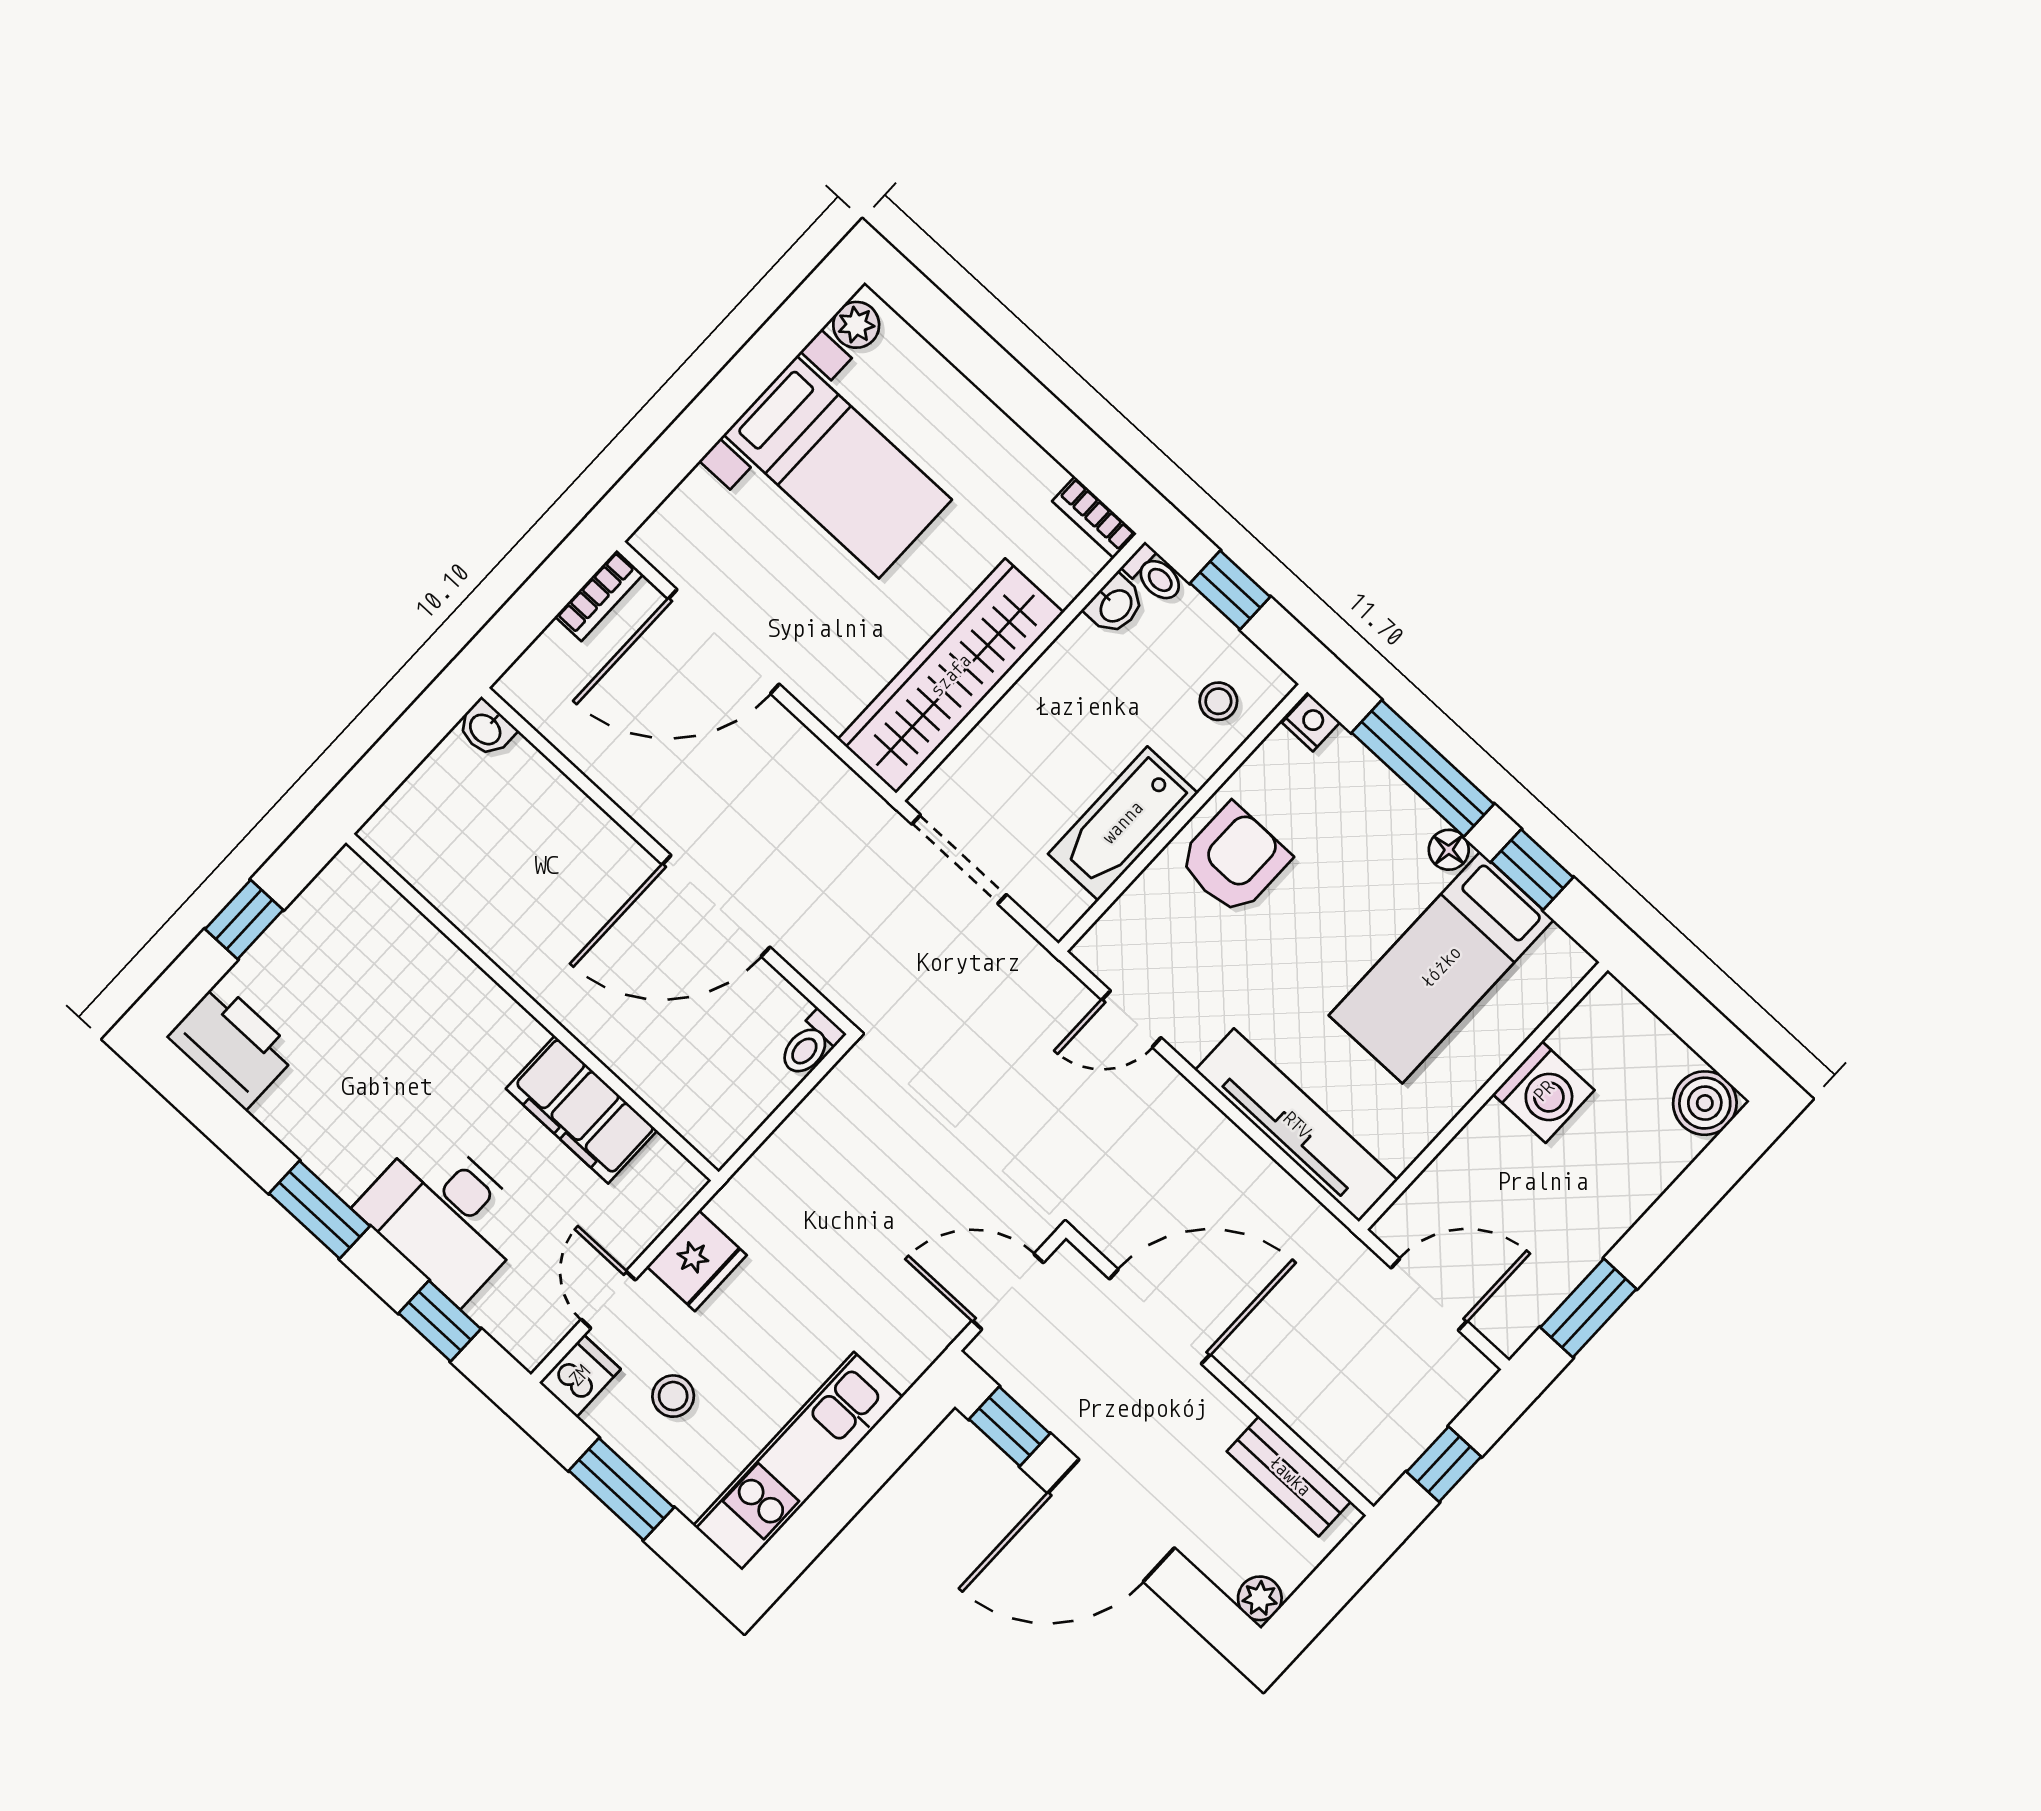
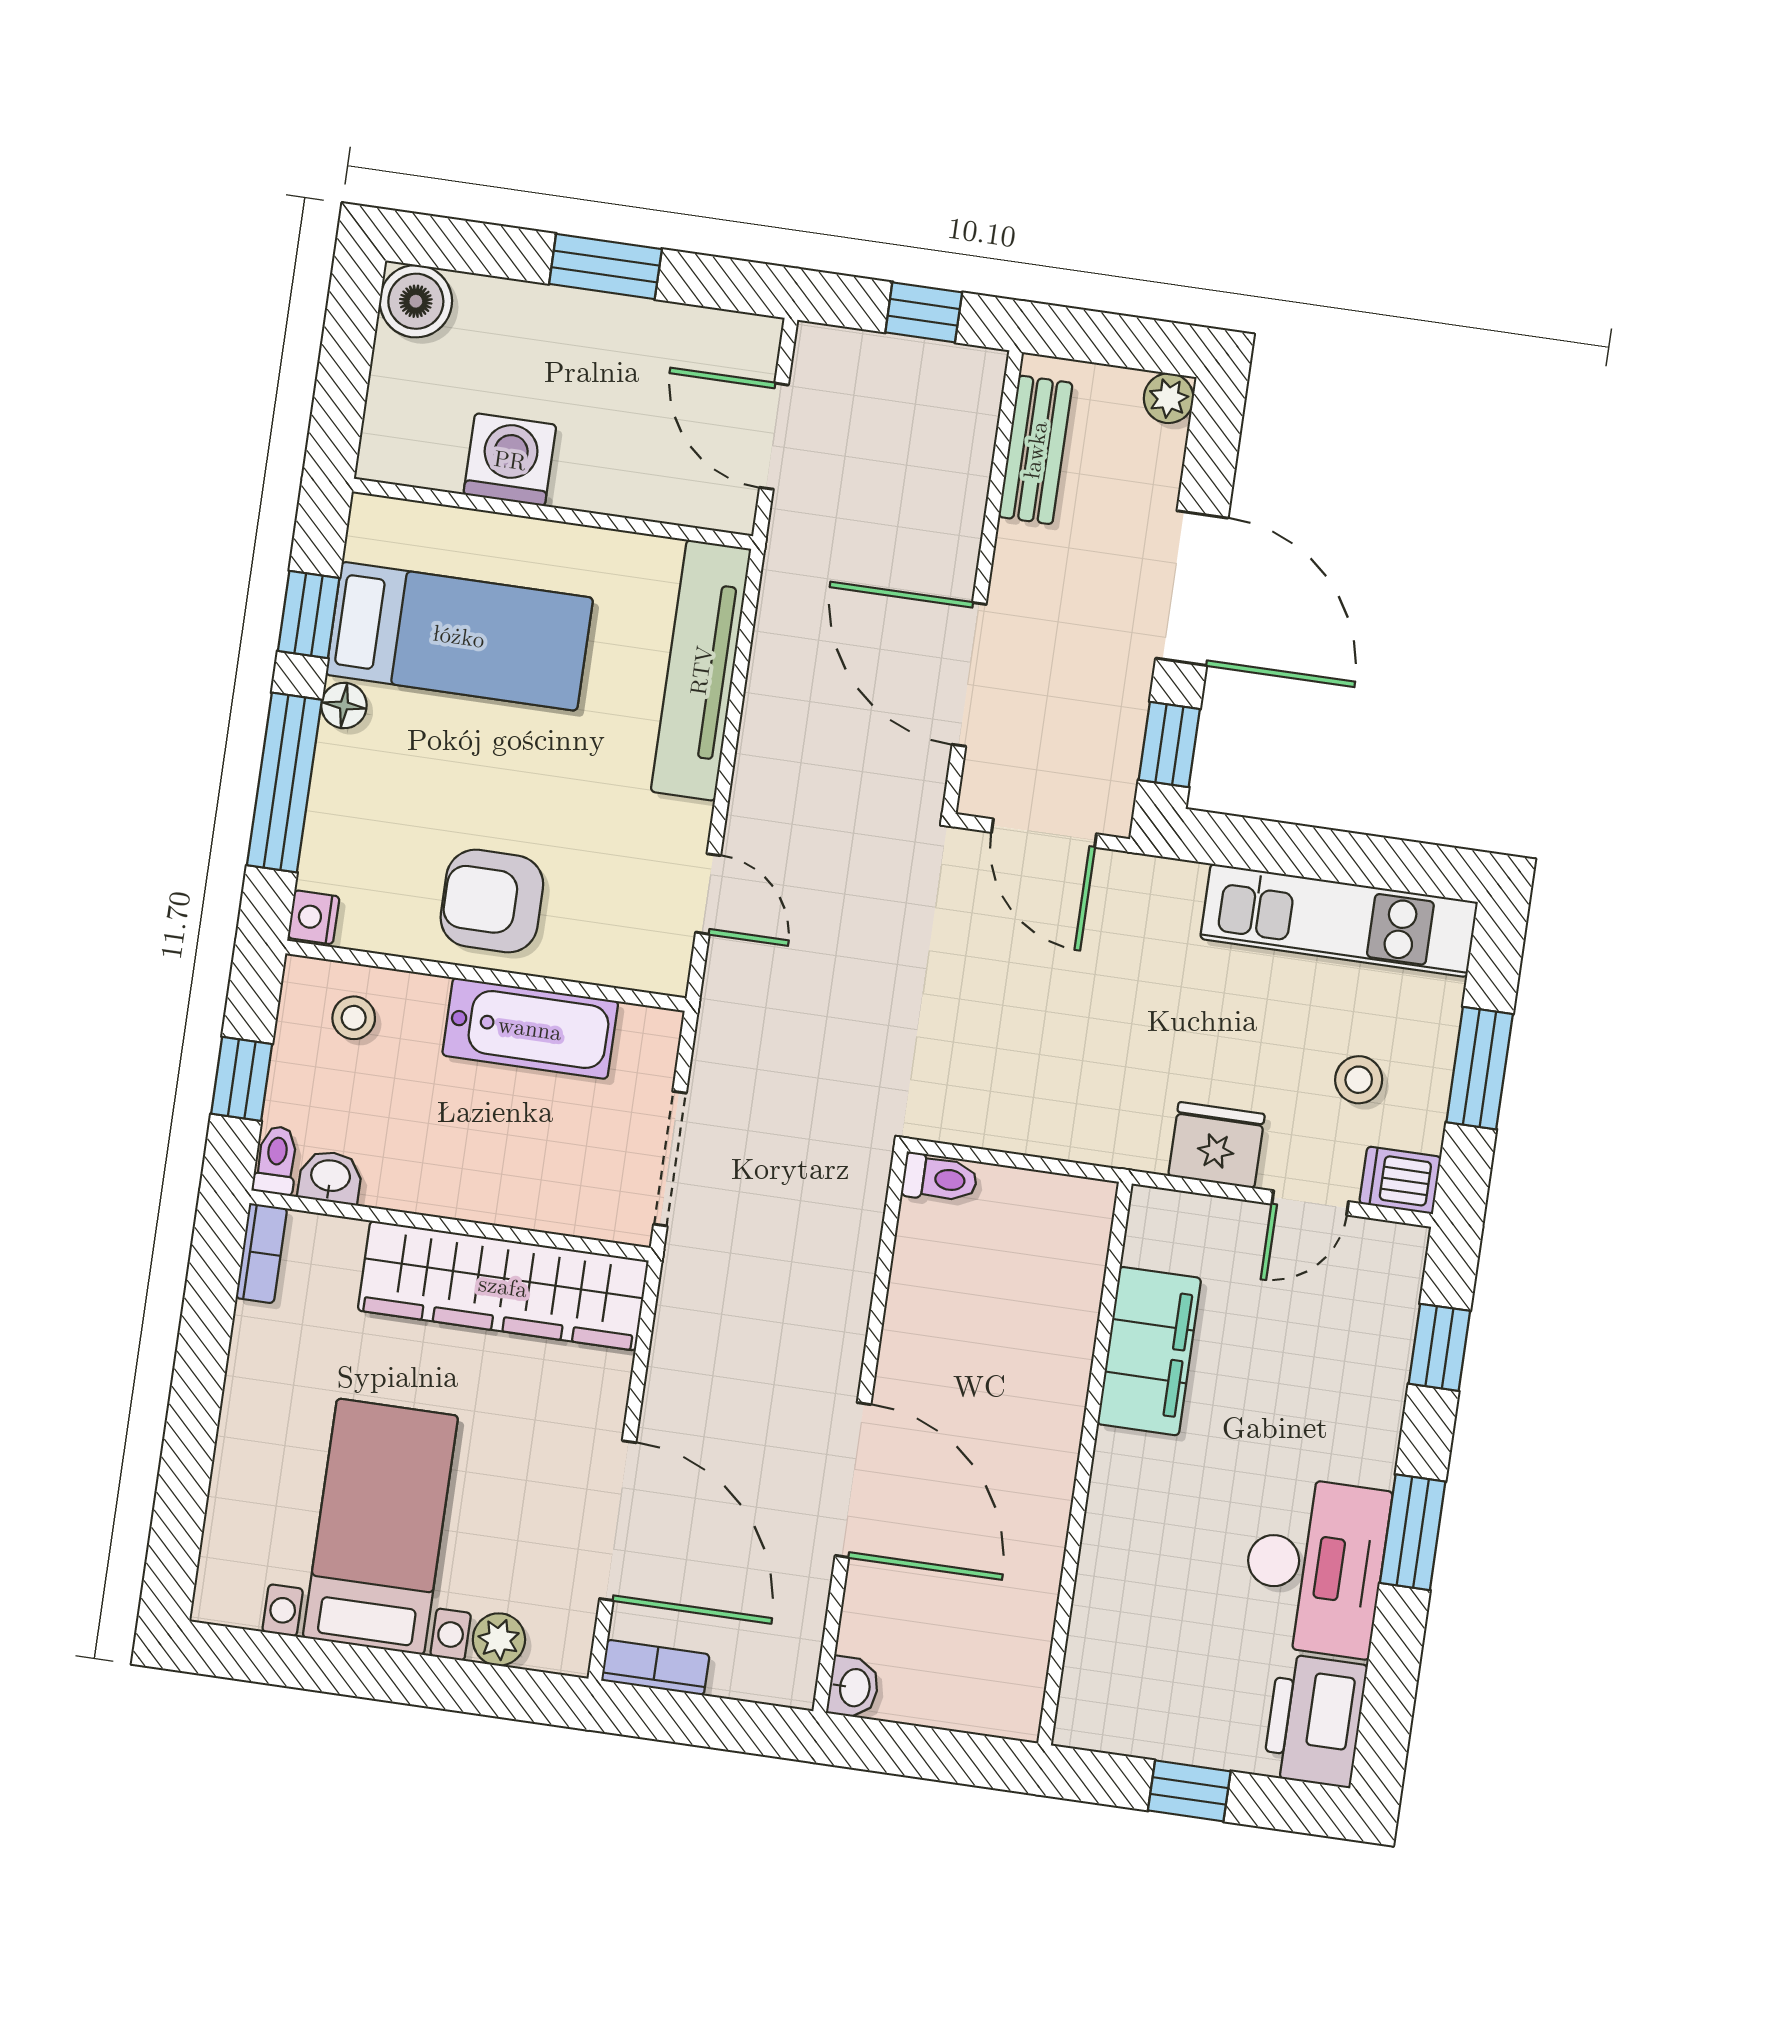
plant: (856, 325) -> (499, 1639), moved
door: (716, 906) -> (853, 1480), moved
desk: (445, 1216) -> (1315, 1567), moved
window: (1588, 1308) -> (605, 266), moved

